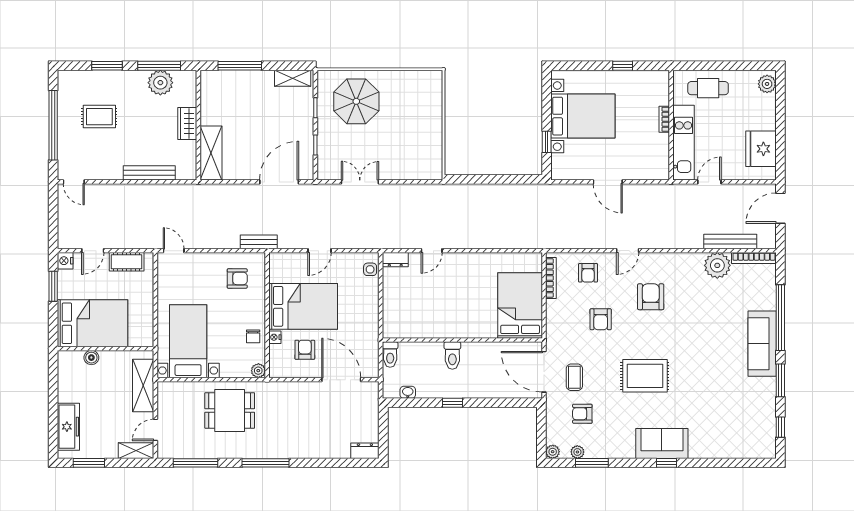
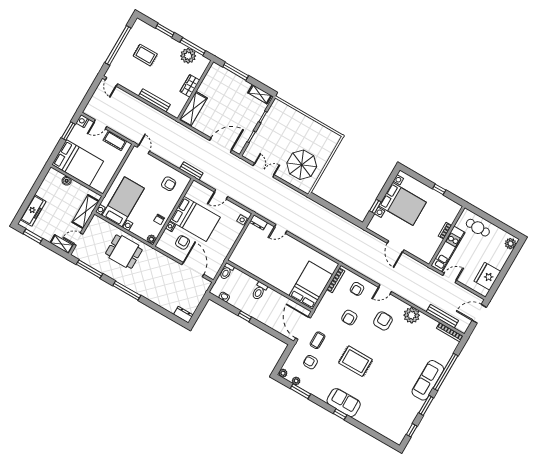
parasol: (356, 101) -> (302, 165), moved
plant: (717, 265) -> (412, 315), moved

